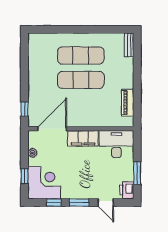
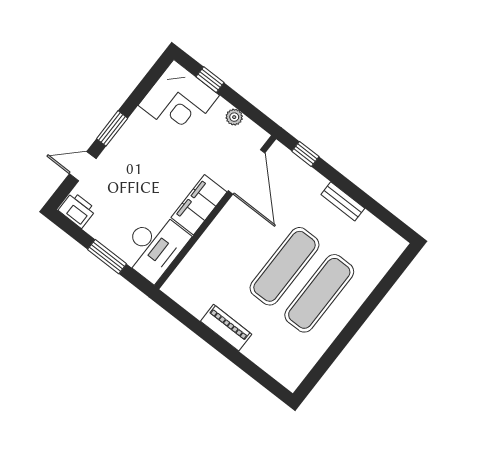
bench: (129, 45) -> (343, 201), moved
piano: (128, 103) -> (226, 328), moved
window: (137, 173) -> (107, 257), moved
window: (54, 203) -> (140, 92), removed

